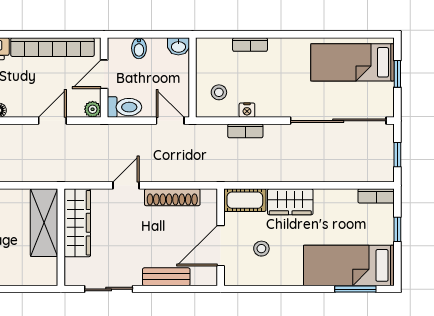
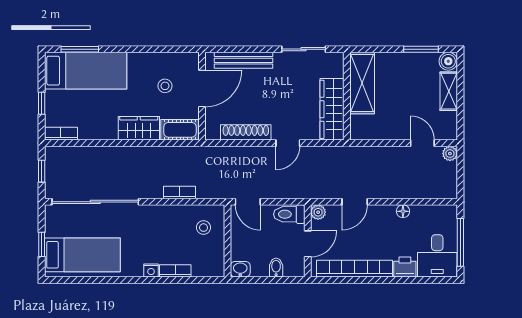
nightstand: (247, 110) -> (151, 270), moved, turned 180
shelving: (44, 223) -> (362, 83), moved
bench: (166, 277) -> (243, 60), width x1.36

